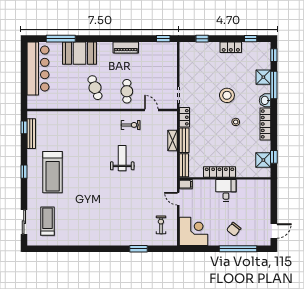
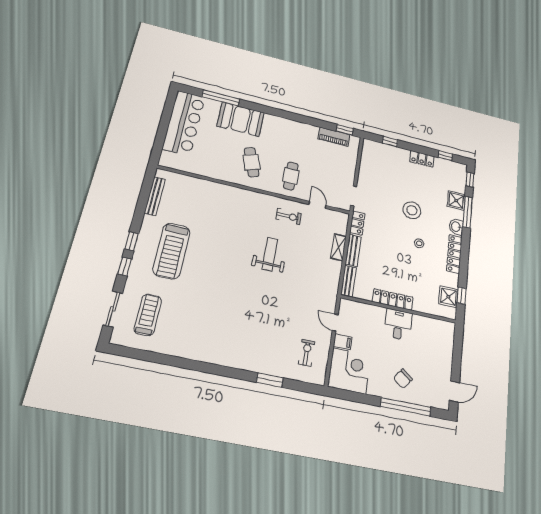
piano: (126, 47) -> (334, 137), moved
window: (24, 127) -> (125, 267), moved
filing cabinet: (186, 184) -> (343, 342), moved

